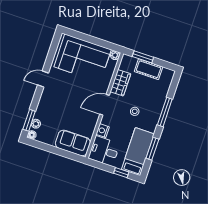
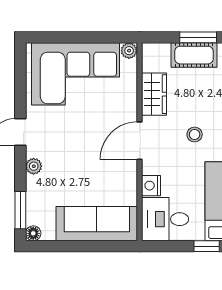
window: (143, 57) -> (198, 37), moved
plant: (36, 124) -> (34, 166), moved
sofa: (73, 143) -> (97, 224), width x1.36

